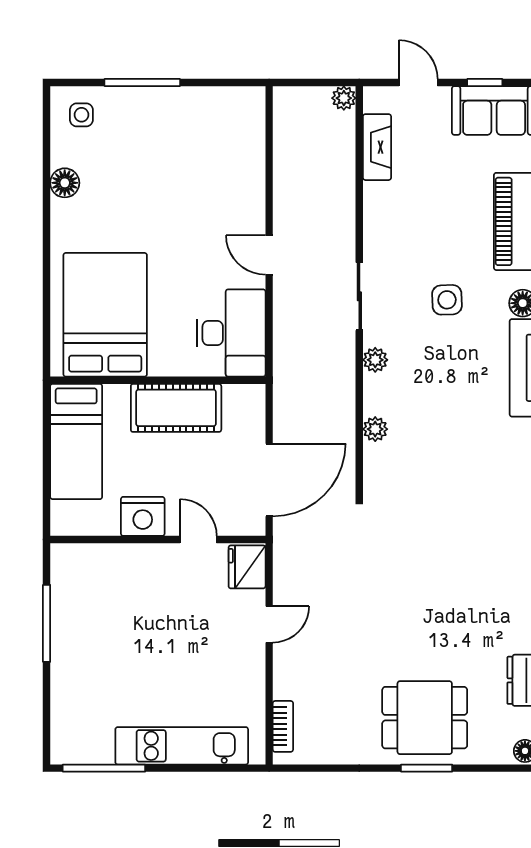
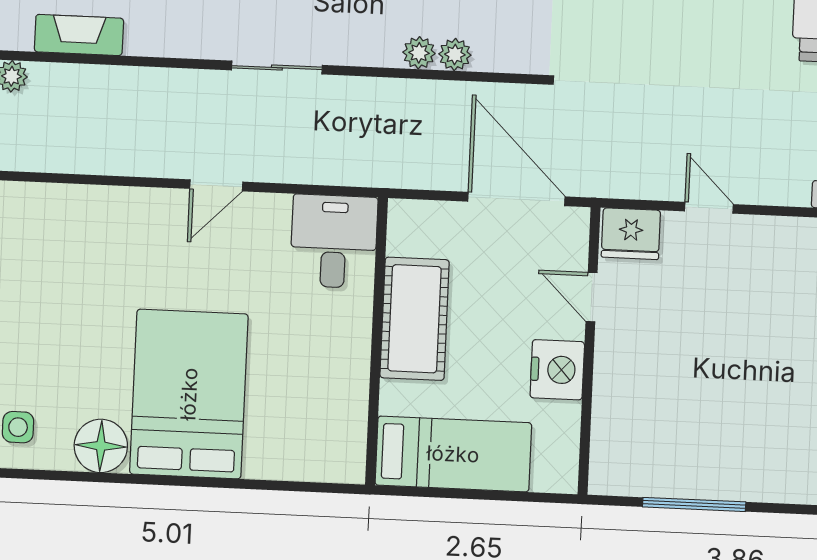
floor lamp: (65, 183) -> (101, 446), width x1.38, depth x1.38
bed: (105, 315) -> (189, 394), moved, turned 90
desk: (231, 333) -> (334, 241), width x0.73
plant: (375, 360) -> (419, 53), moved
door: (198, 540) -> (592, 297), hinge flipped

